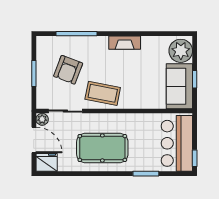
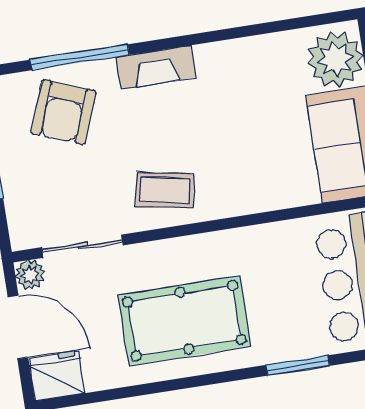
fireplace: (125, 43) -> (156, 67), moved
armchair: (68, 70) -> (63, 112), moved
coffee table: (103, 93) -> (165, 190), width x0.73, depth x0.77

